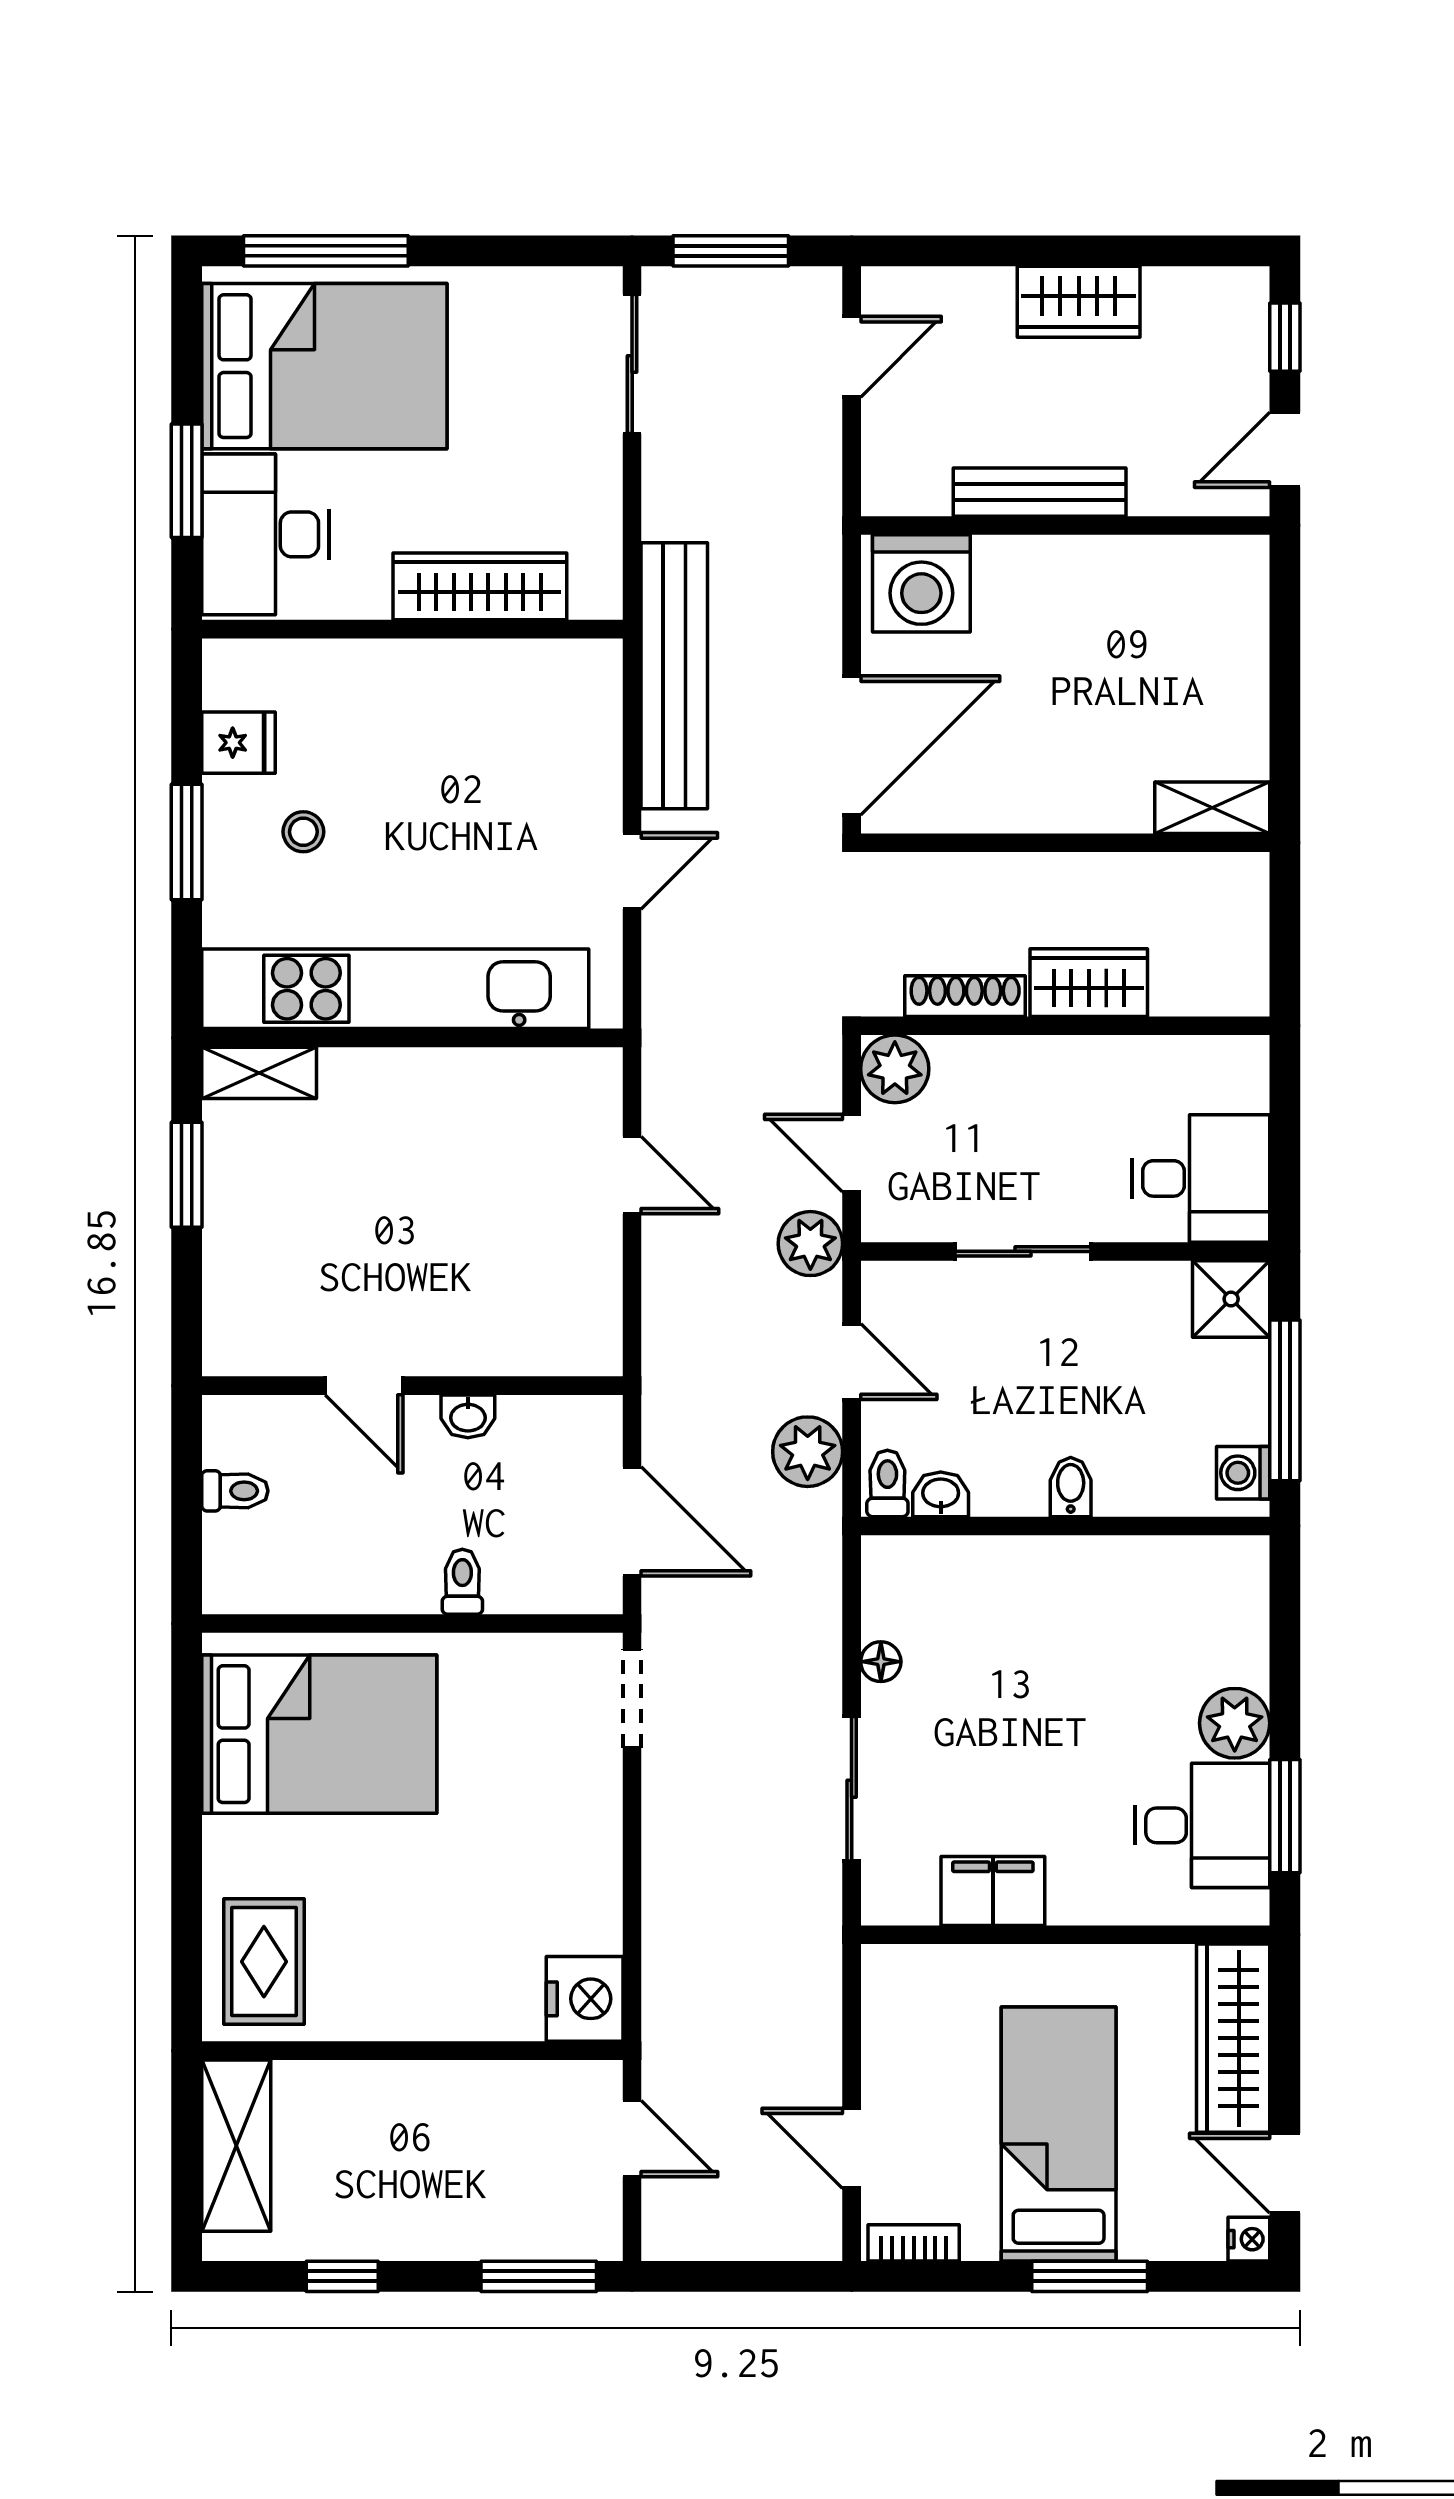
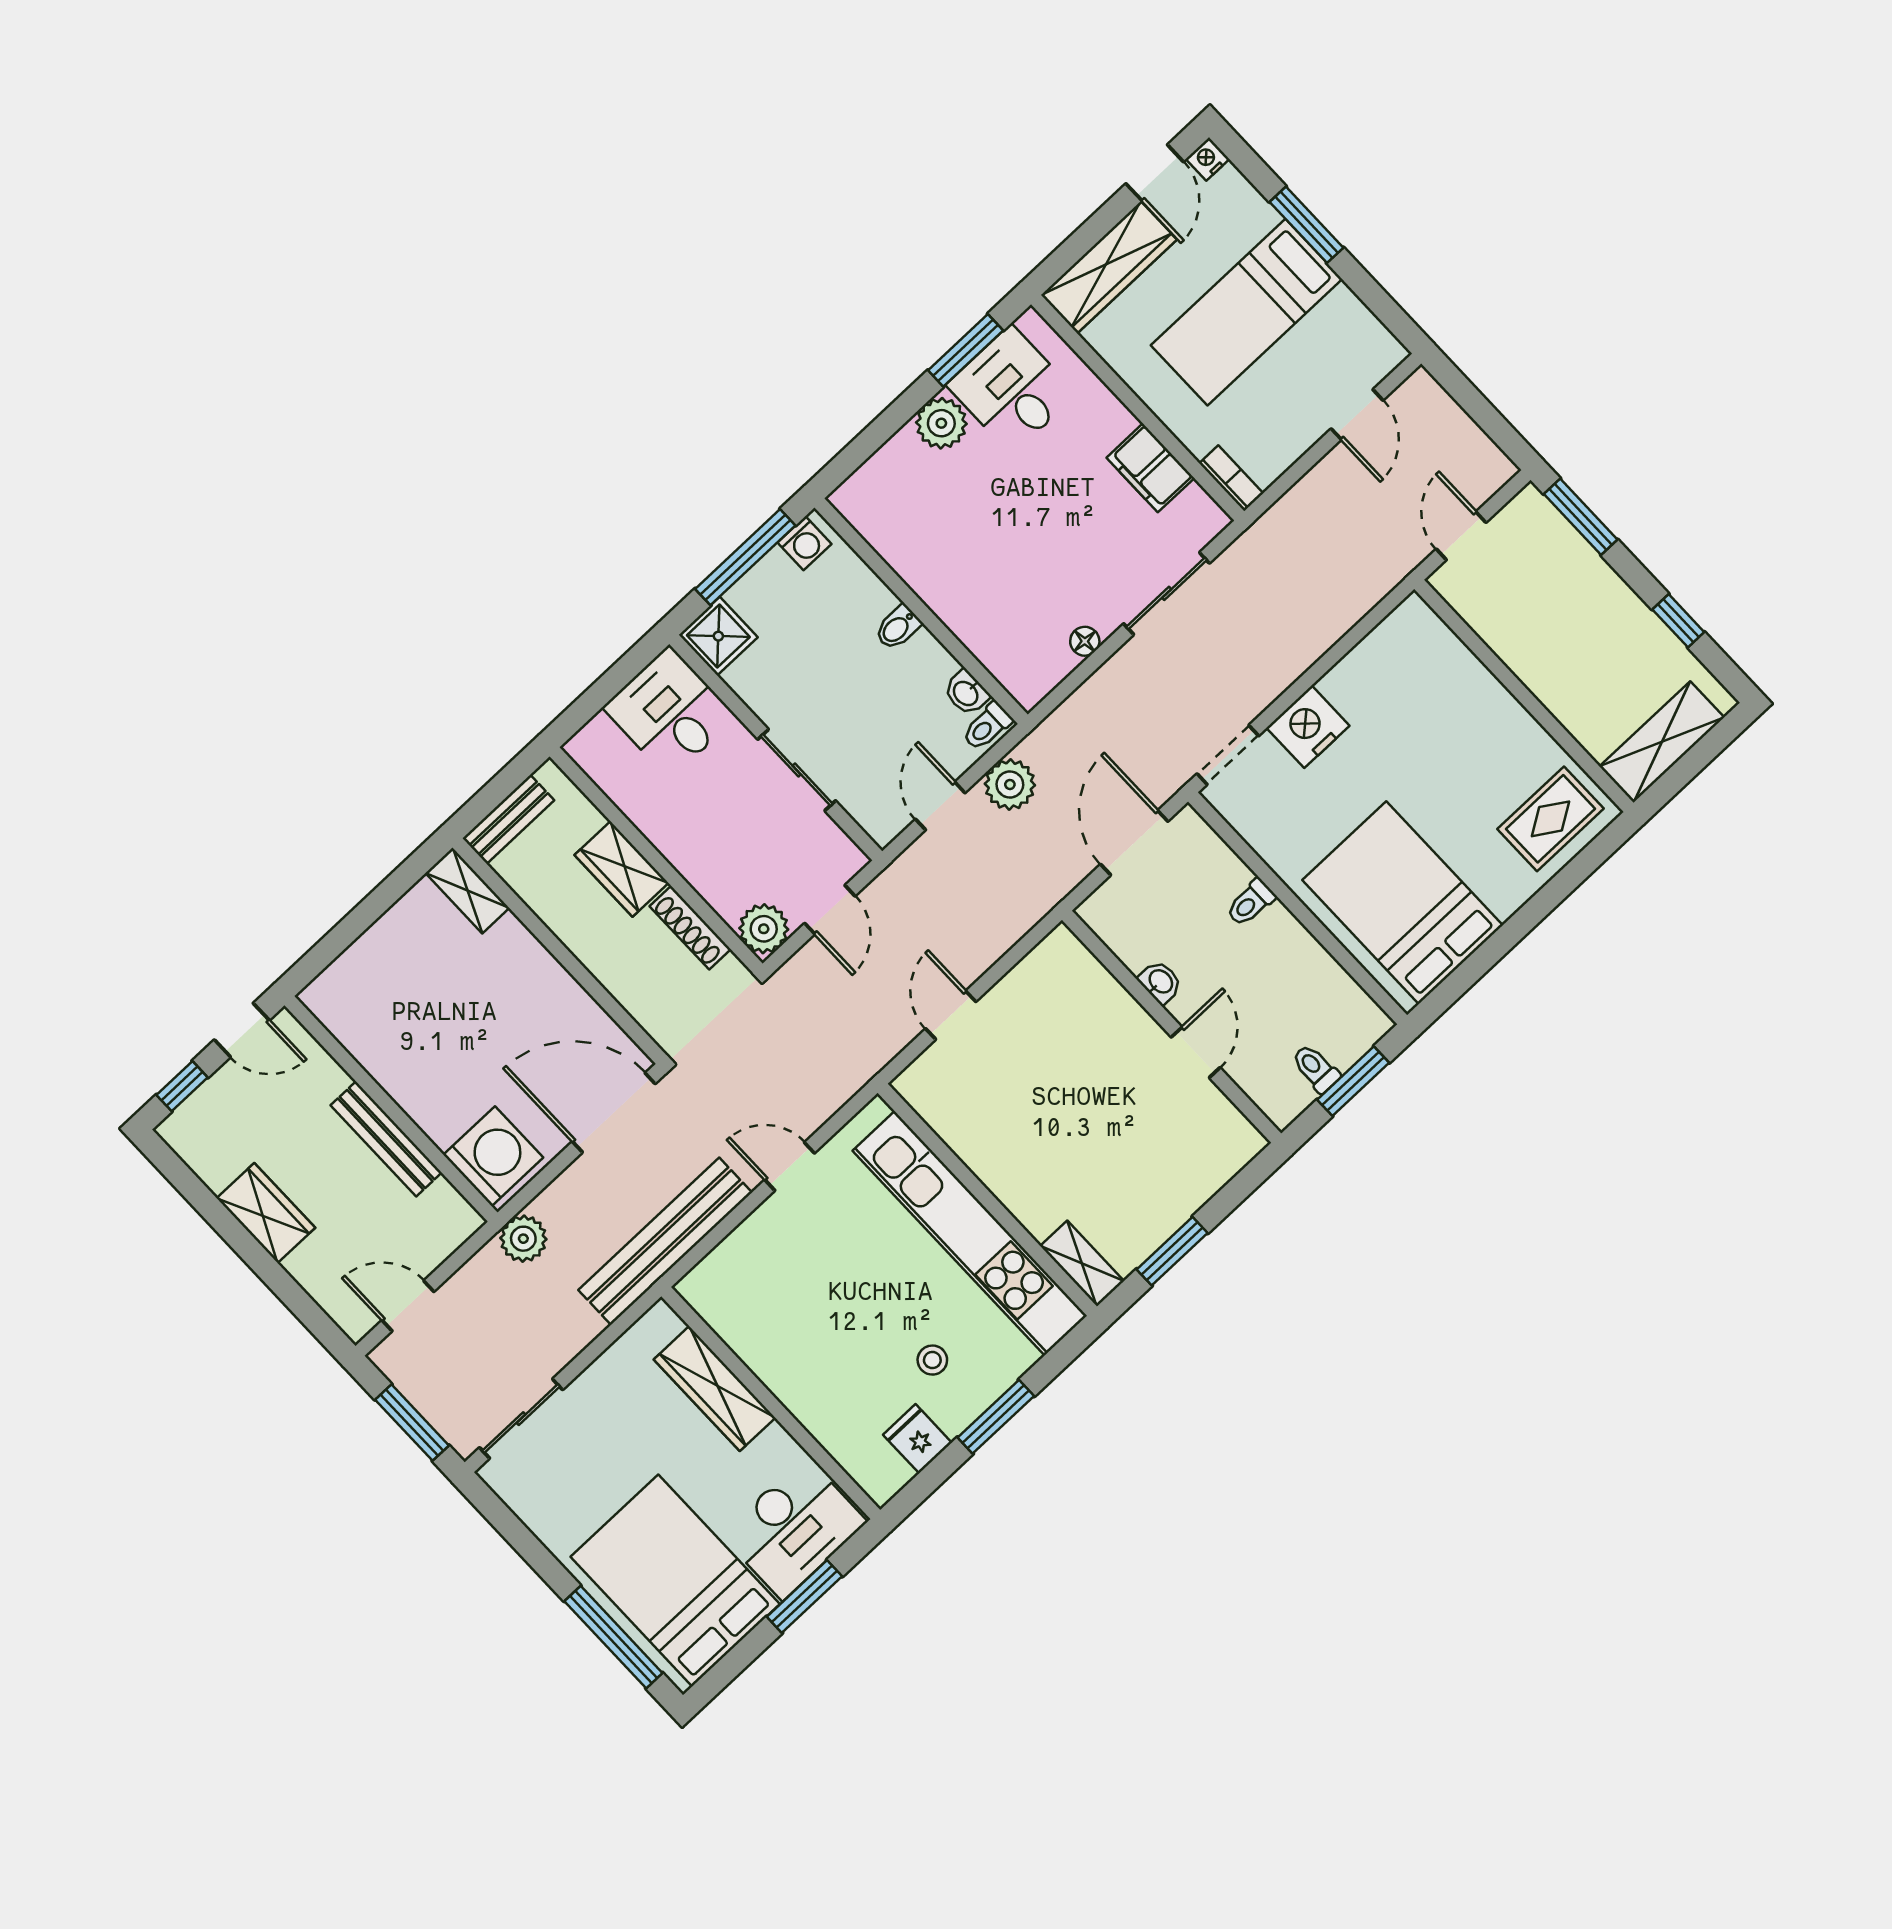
bench: (1245, 916) -> (508, 819), added
plant: (810, 1244) -> (523, 1239), moved
window: (187, 1516) -> (1353, 1081), added
nightstand: (585, 1999) -> (1308, 727), moved
bookcase: (914, 2243) -> (1231, 478), moved, turned 180

